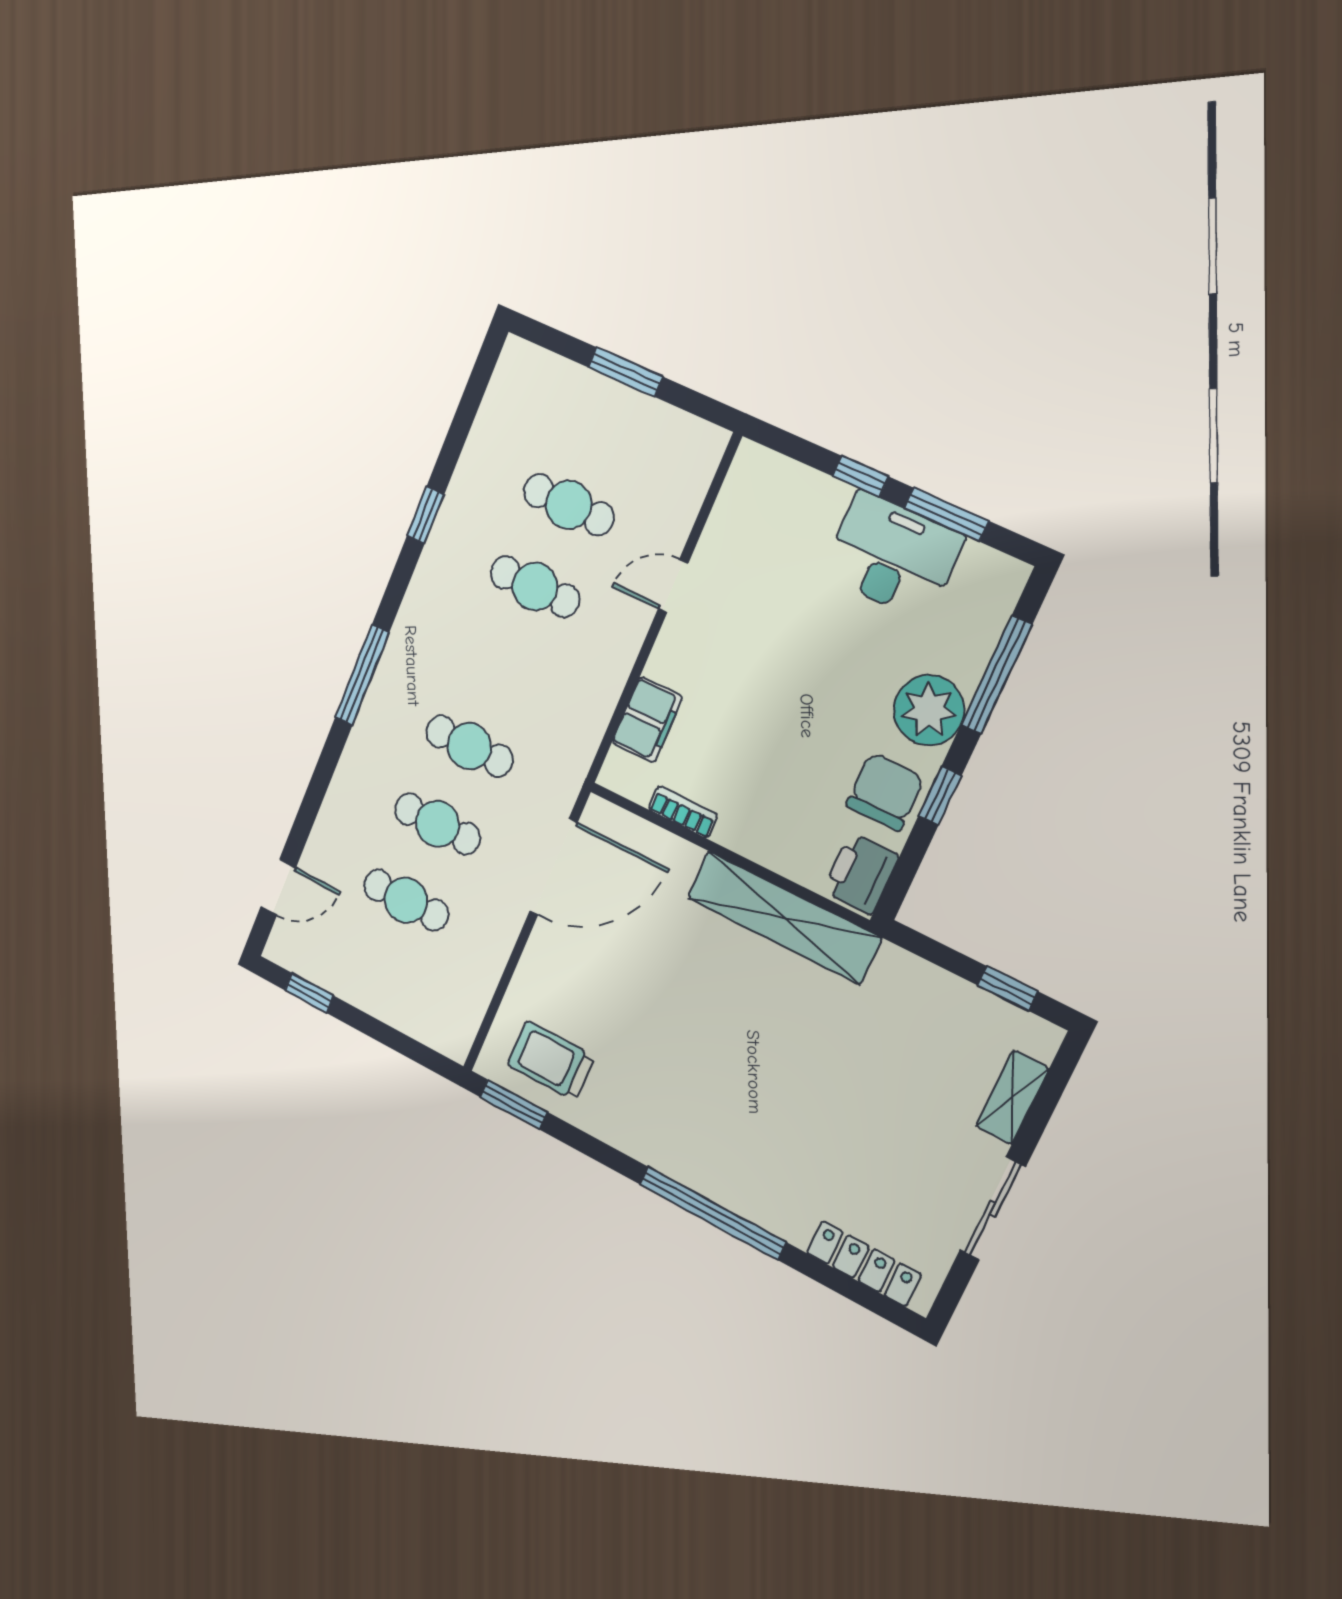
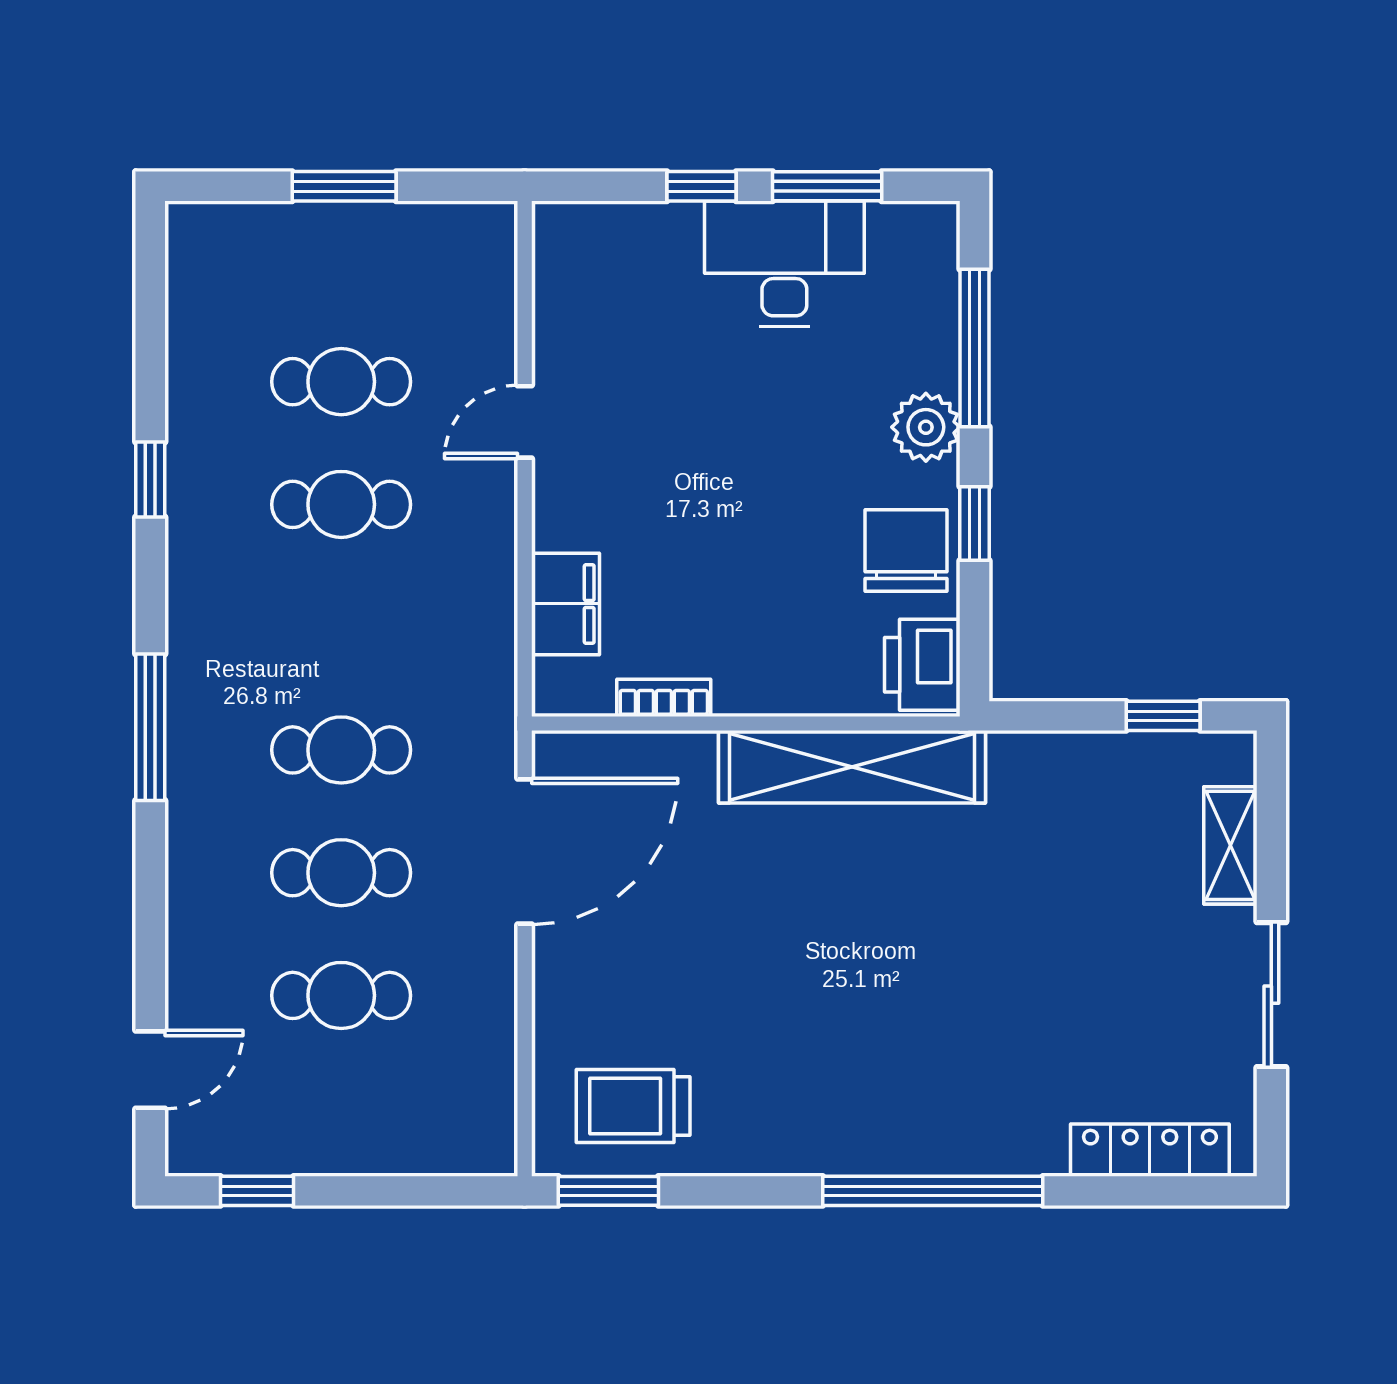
plant: (929, 710) -> (926, 427), width x0.73, depth x0.73

